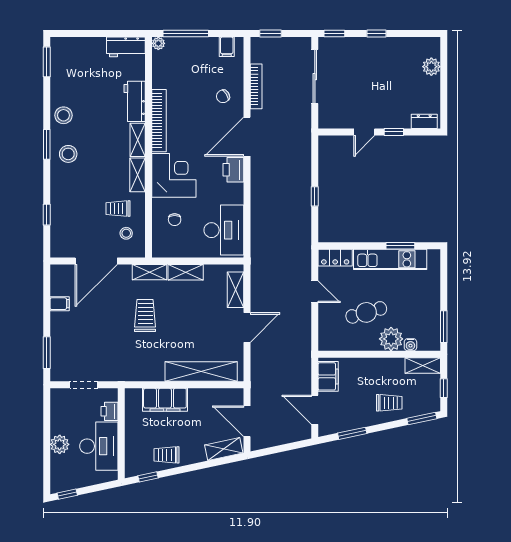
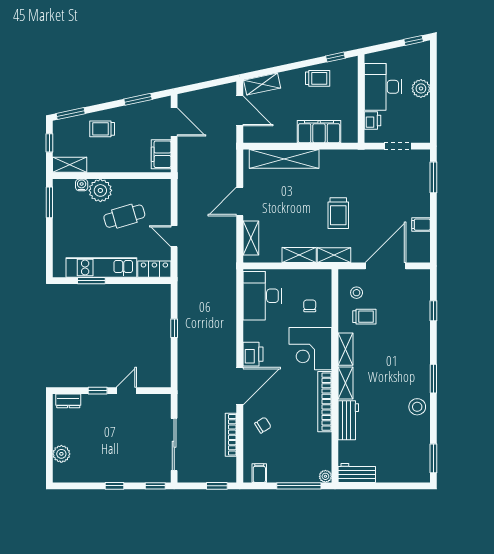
stool: (68, 154) -> (413, 369), removed

